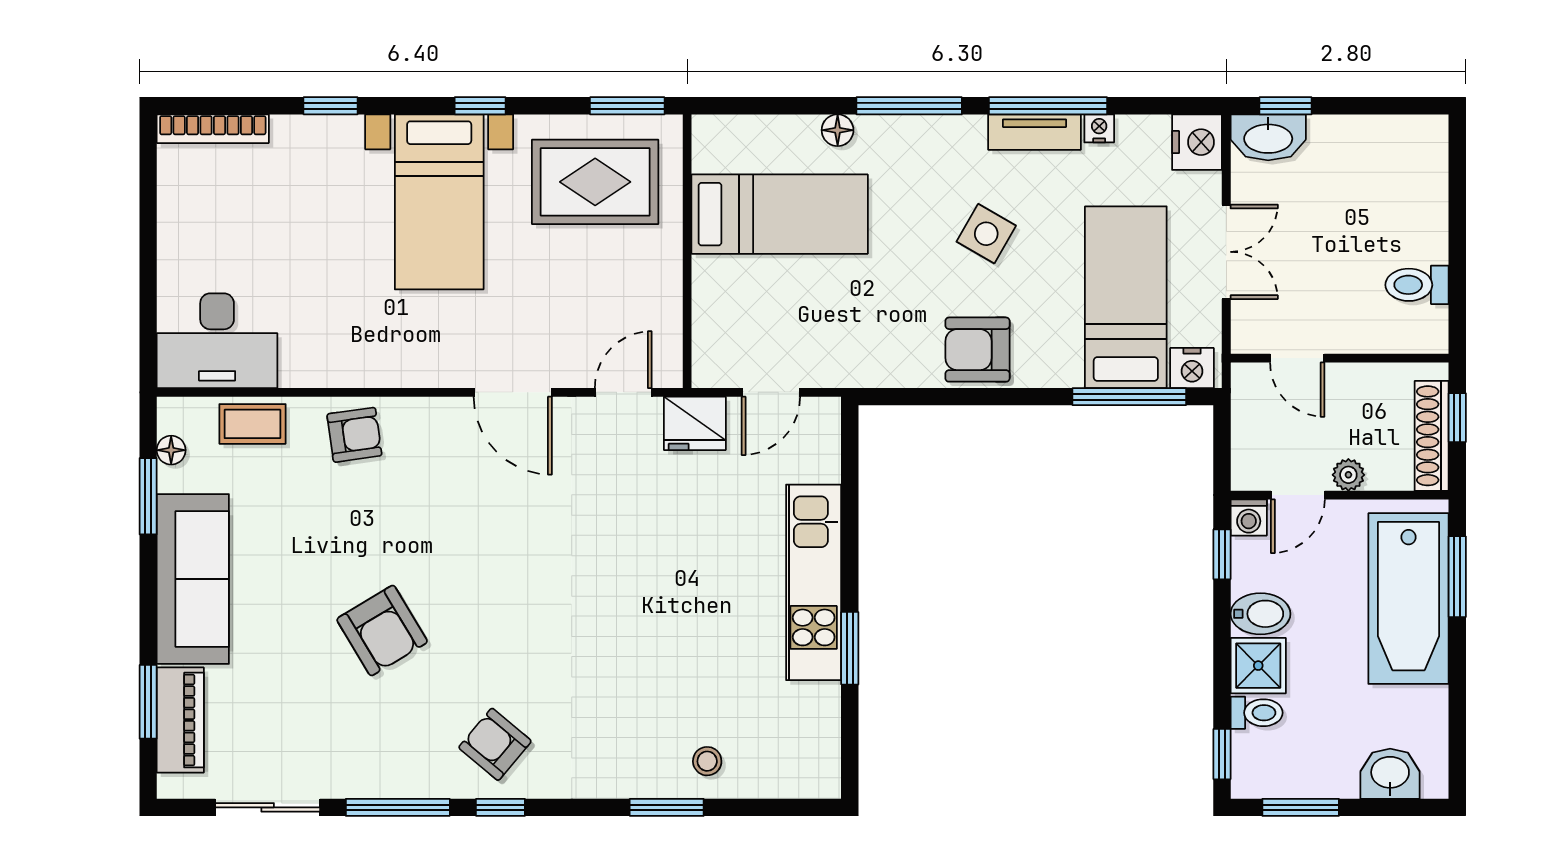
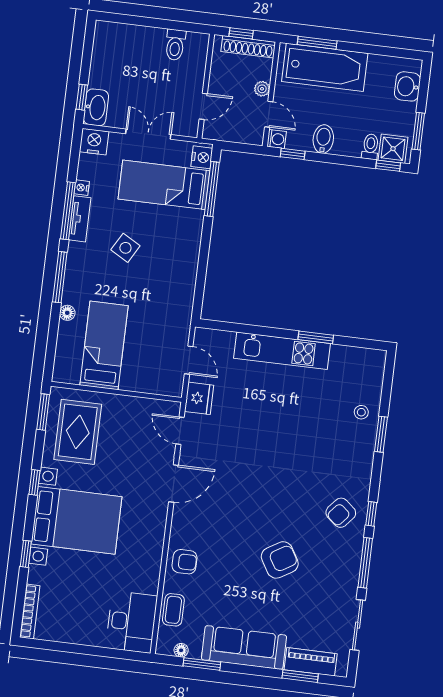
bed with nightstands: (439, 202) -> (77, 520), width x1.36
armchair: (977, 350) -> (180, 259), removed
armchair: (354, 435) -> (185, 562), turned 98
shower: (1258, 666) -> (393, 149), moved

